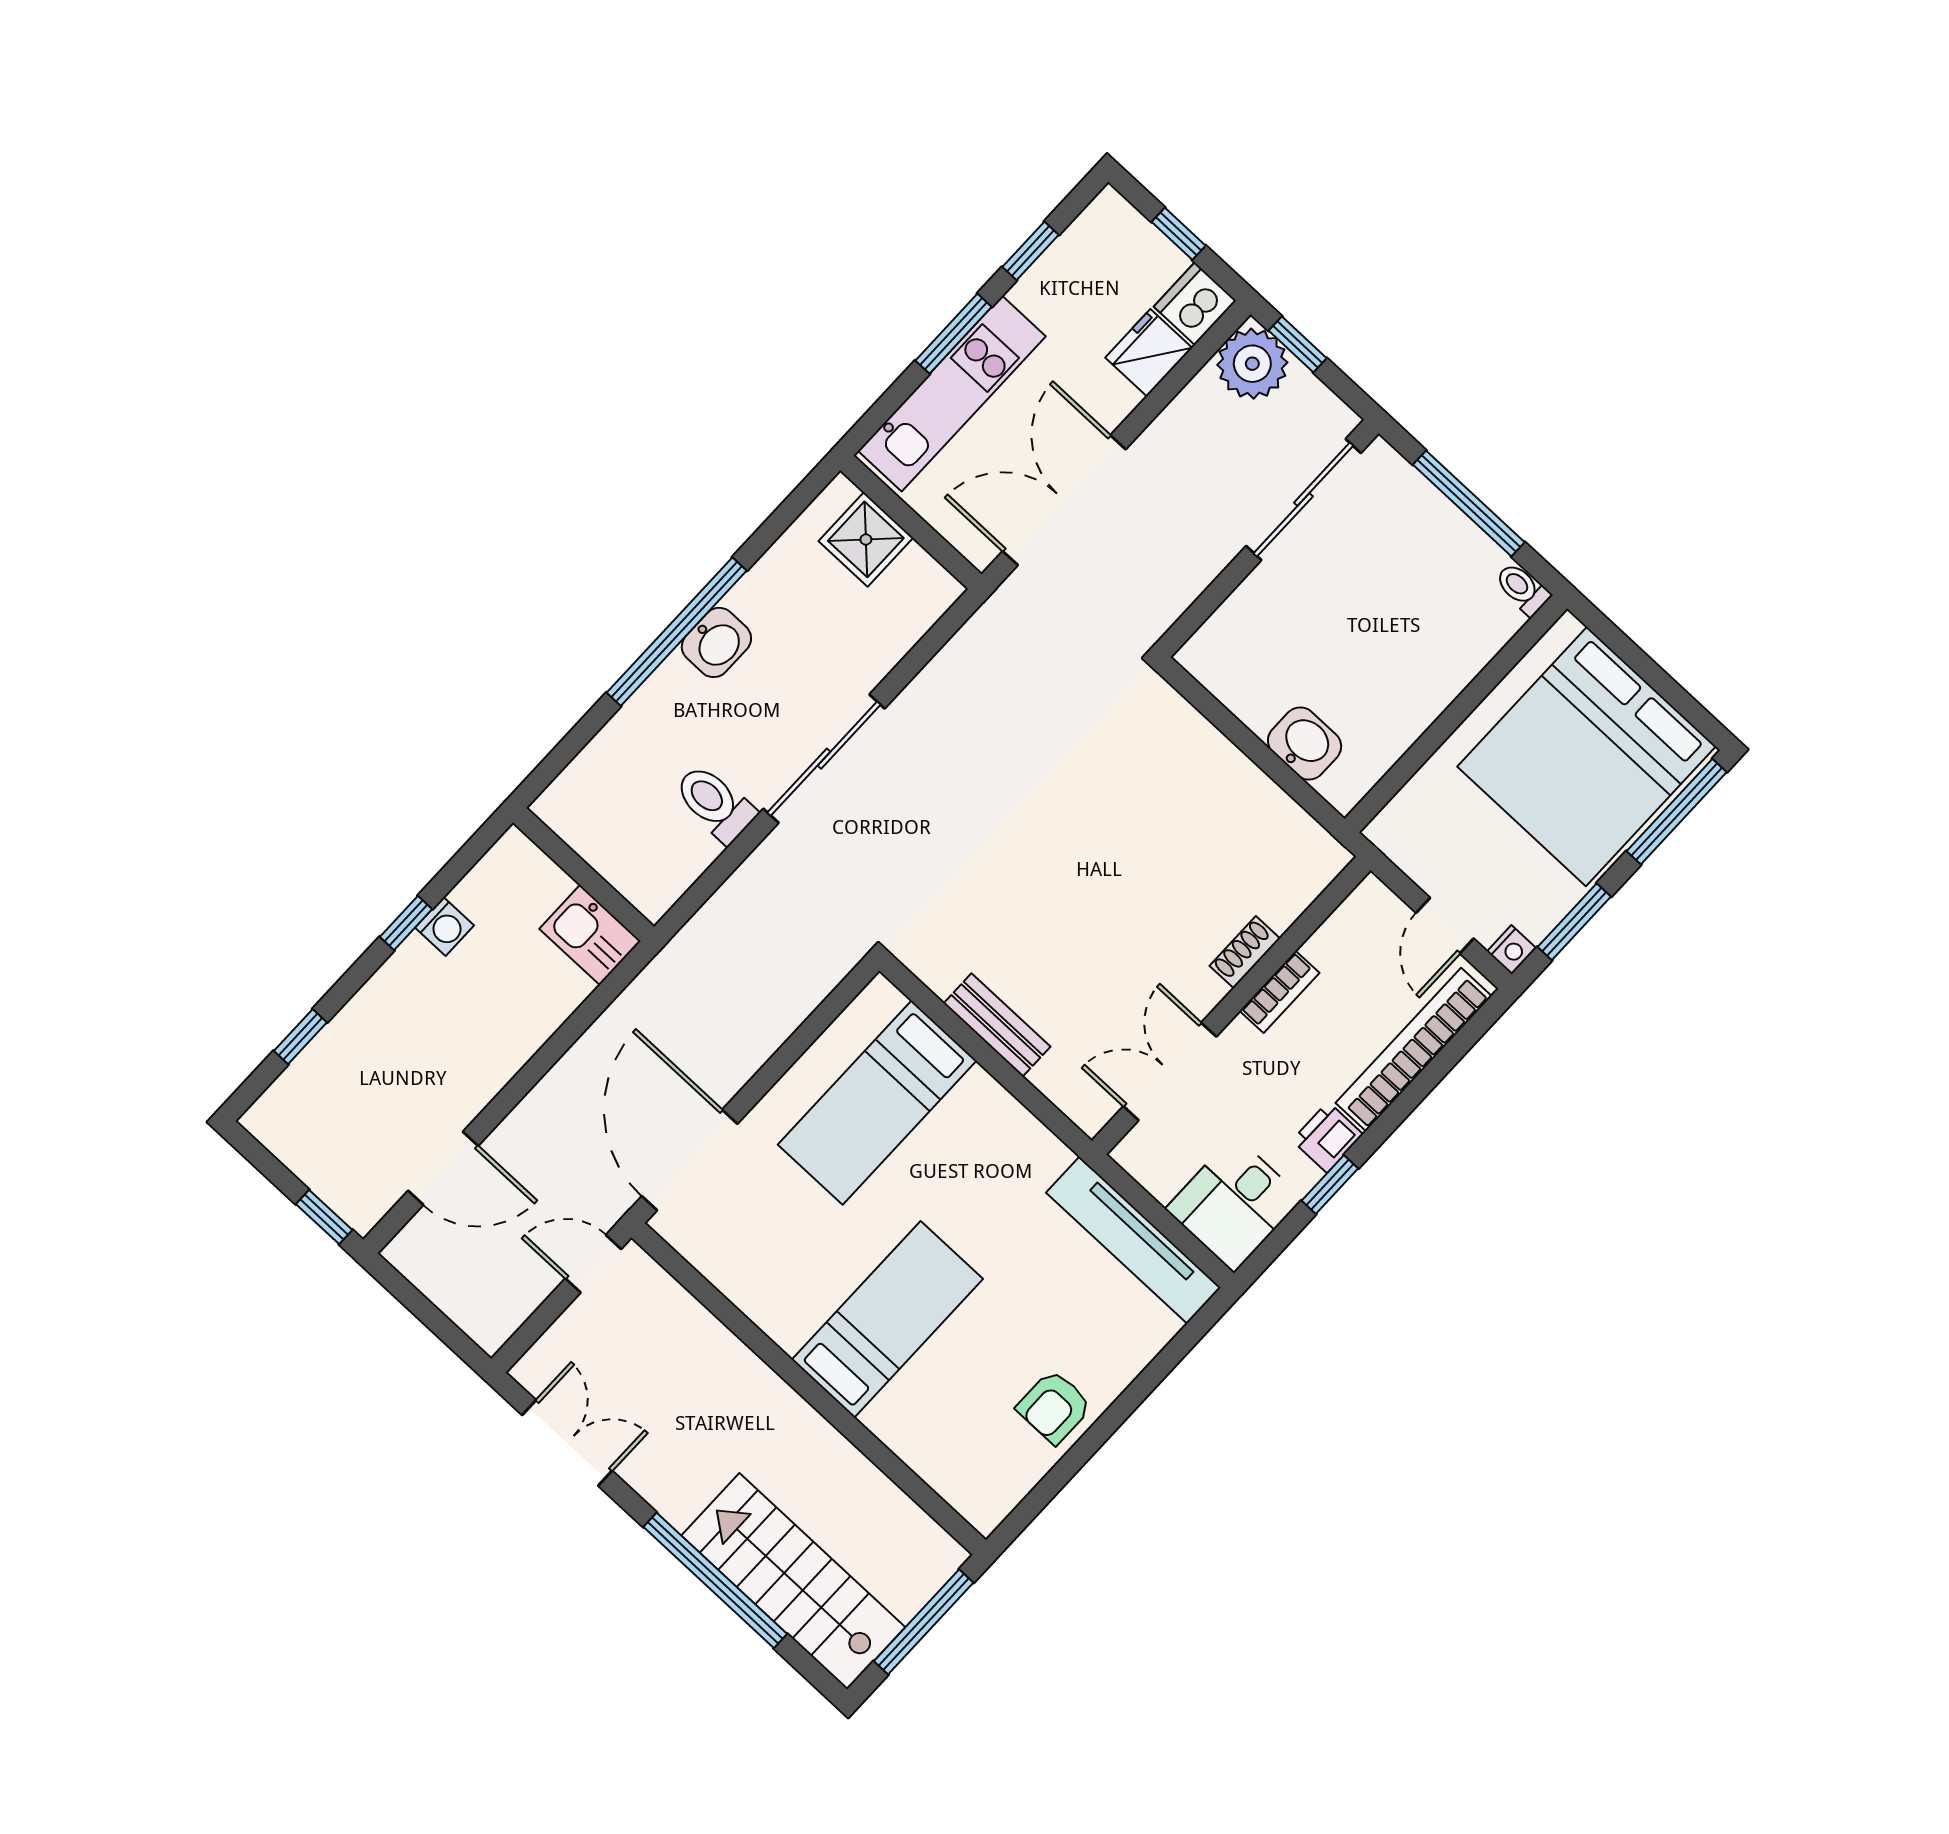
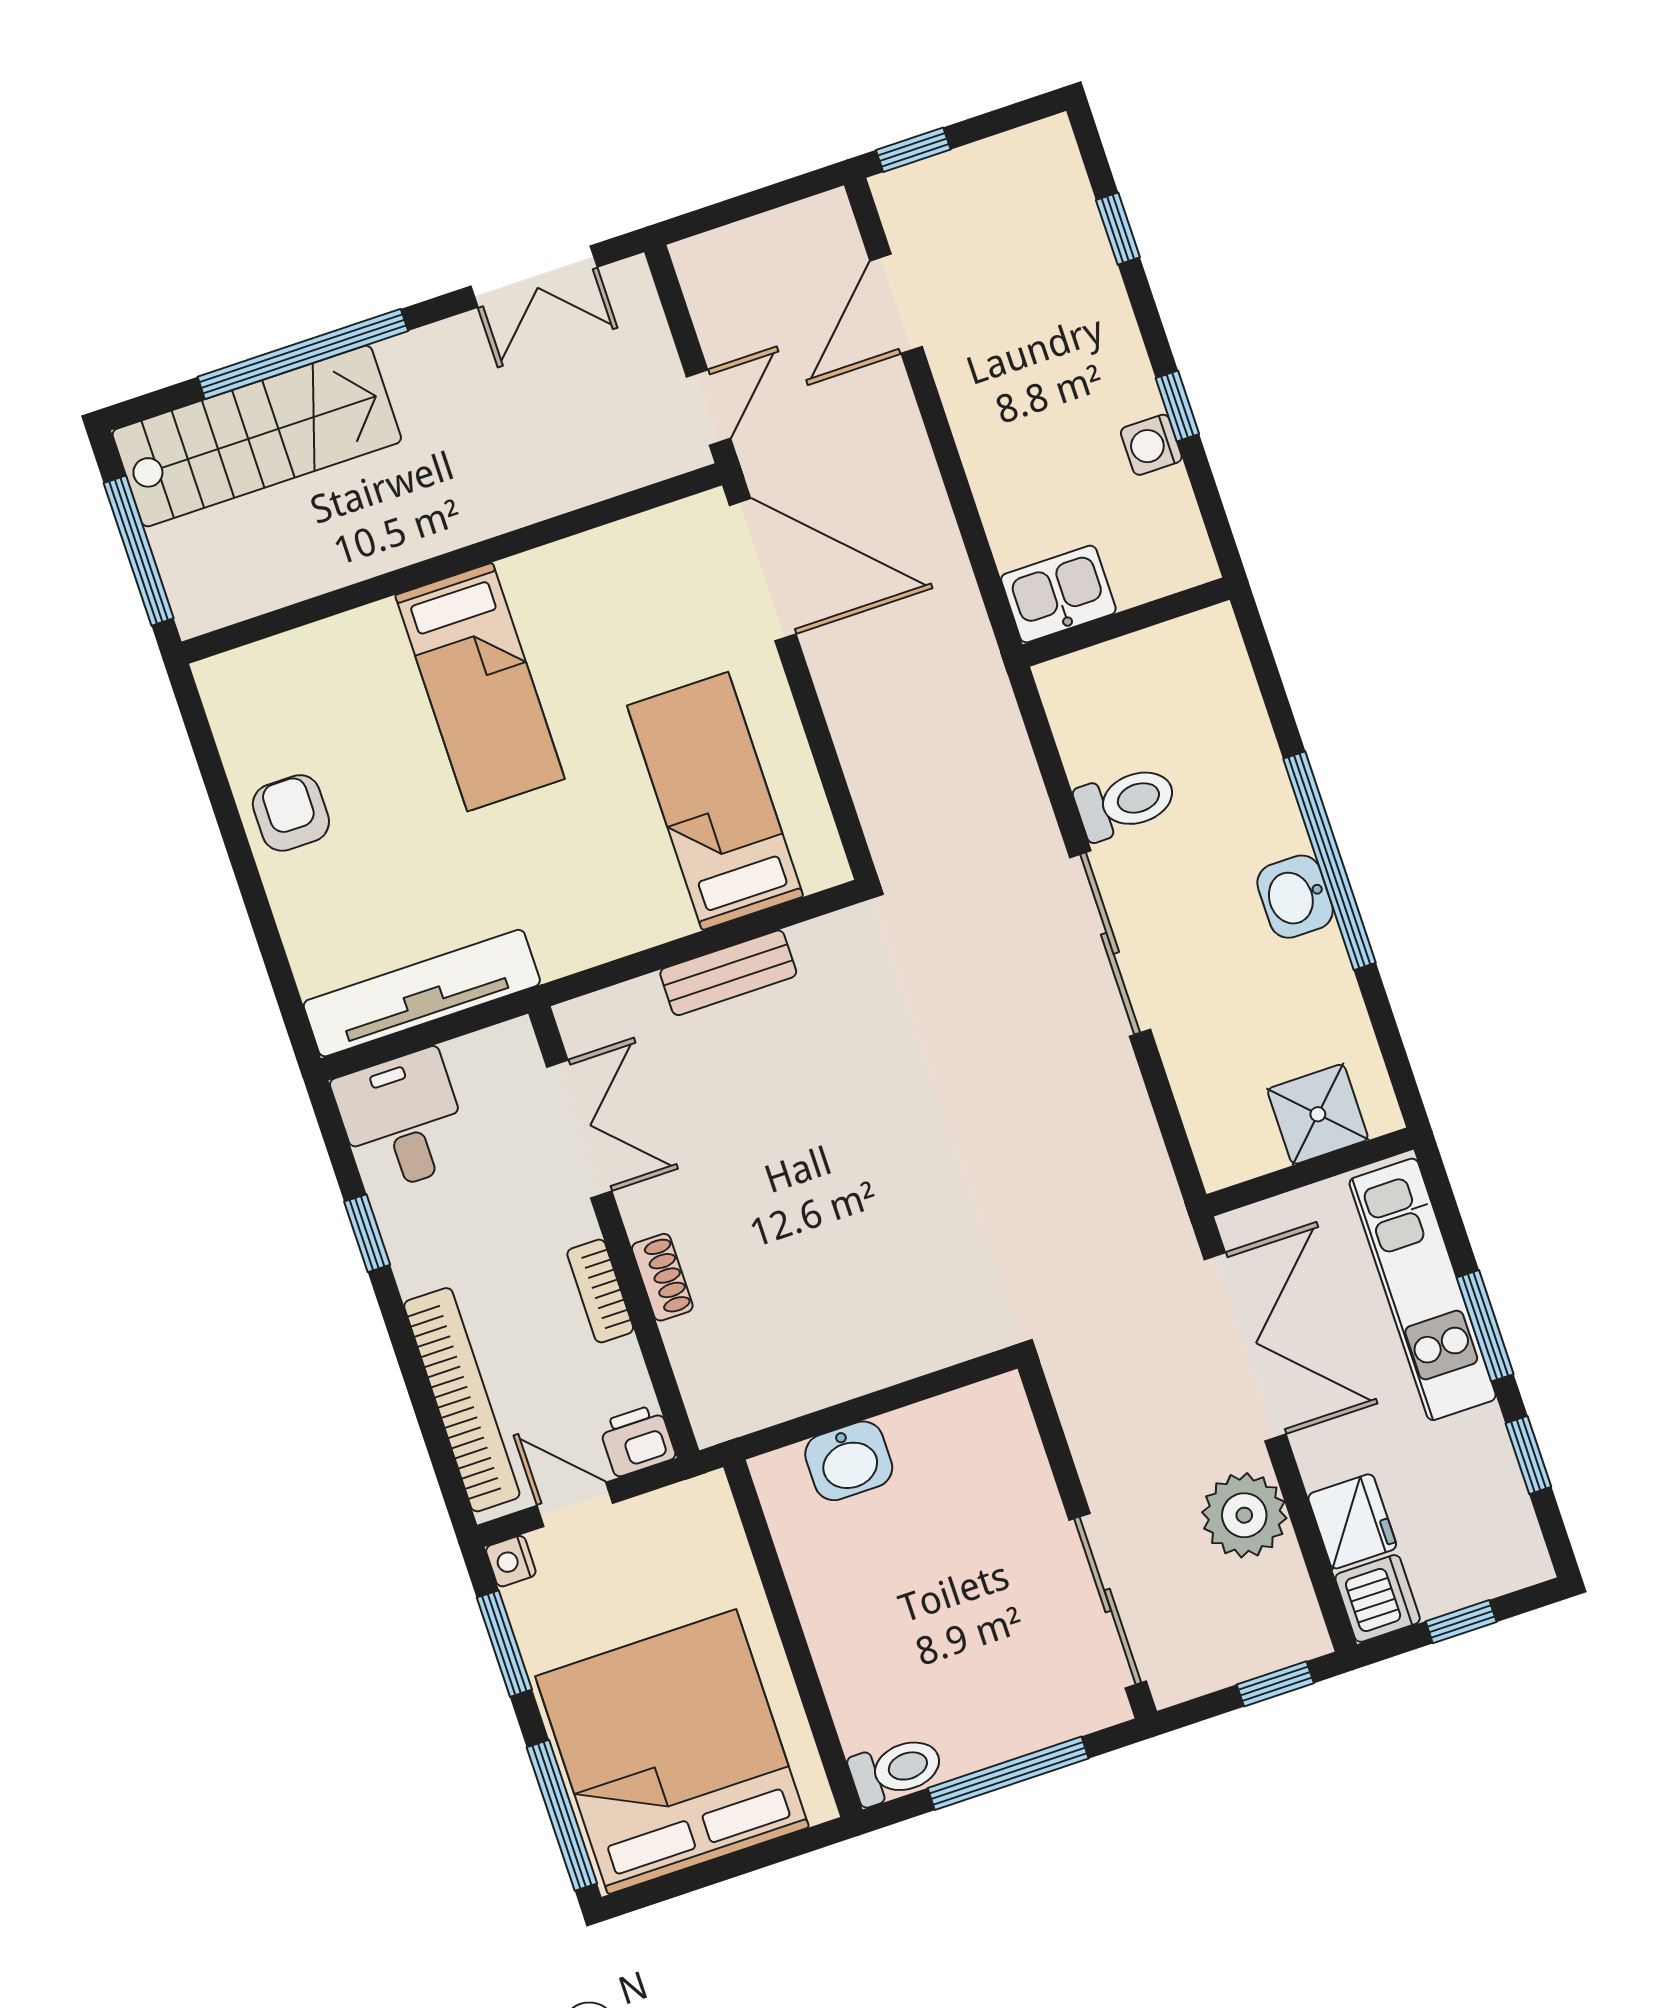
plant: (1252, 364) -> (1244, 1515), moved
toilet: (1522, 589) -> (896, 1770), width x1.37, depth x1.39
printer: (1328, 1137) -> (637, 1440), moved, turned -90

